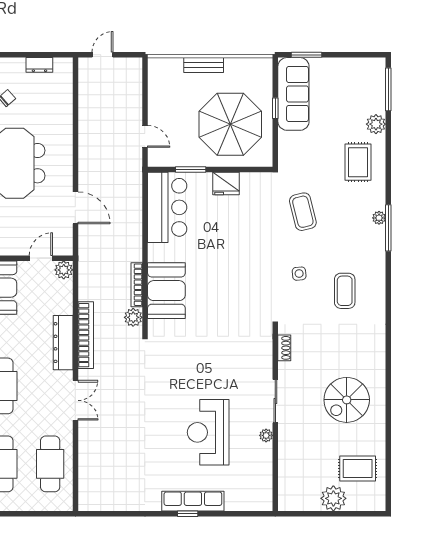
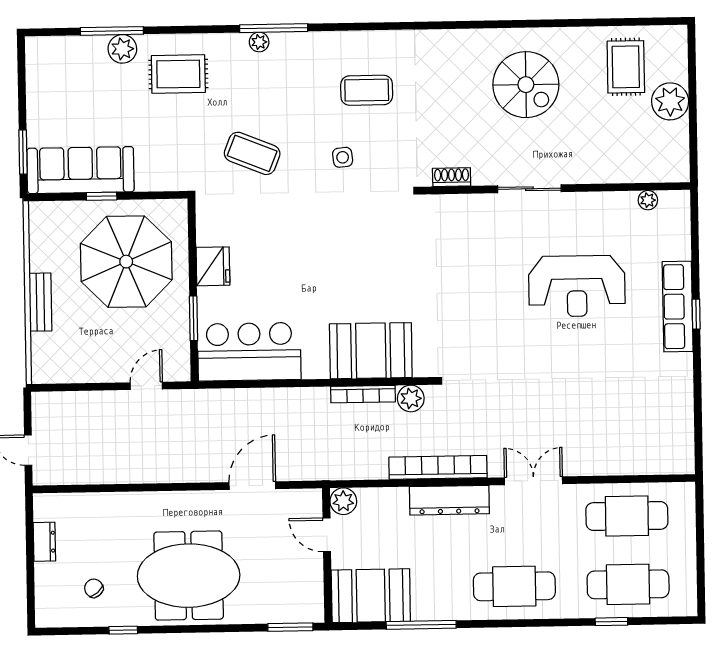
window: (388, 89) -> (112, 31), moved
coffee table: (303, 212) -> (252, 153), turned 36
plant: (266, 435) -> (648, 200), moved

